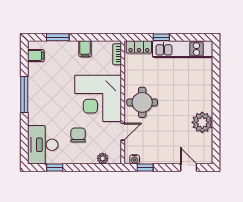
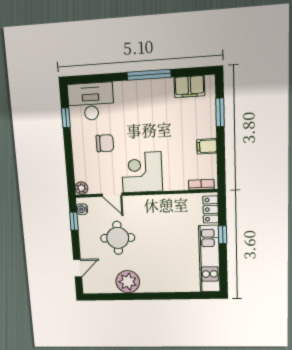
filing cabinet: (36, 55) -> (189, 87), width x2.00
corner desk: (98, 98) -> (142, 172), width x0.74, depth x0.74
round table: (142, 102) -> (118, 238), moved
plant: (103, 158) -> (81, 188), moved

